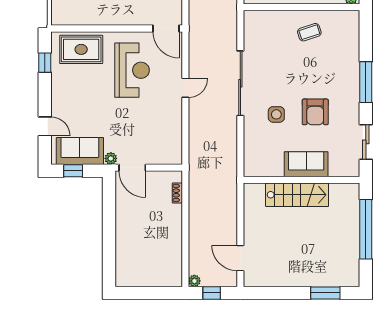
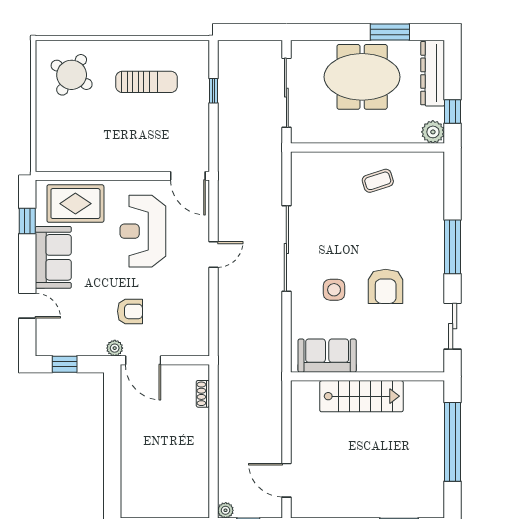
reception desk: (132, 70) -> (143, 231), turned 180
armchair: (122, 131) -> (130, 311), added
sofa: (80, 151) -> (53, 257), moved, turned 90
sofa: (306, 164) -> (327, 356), moved

